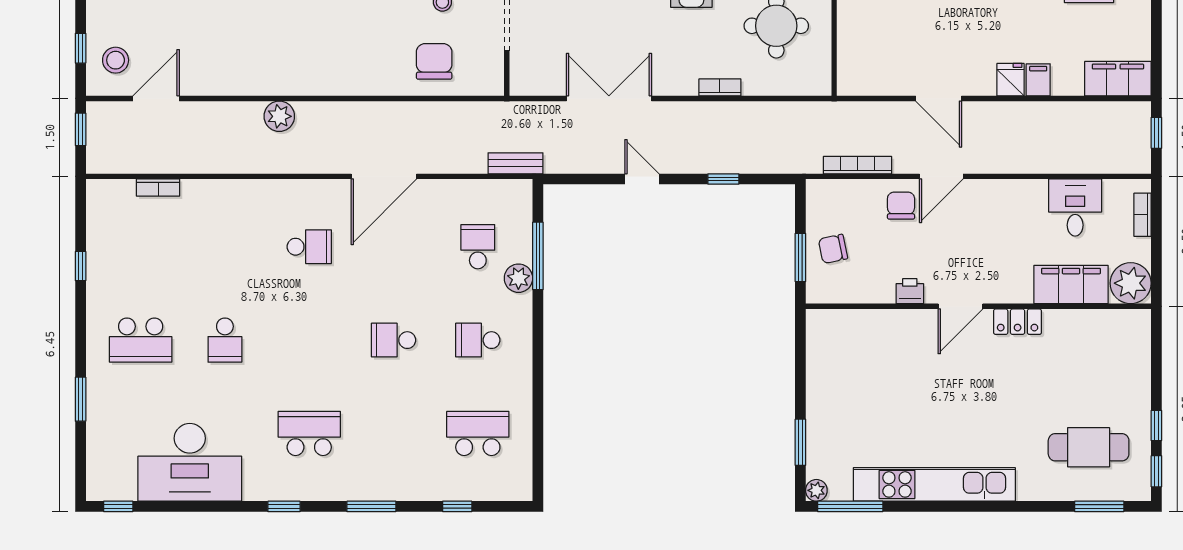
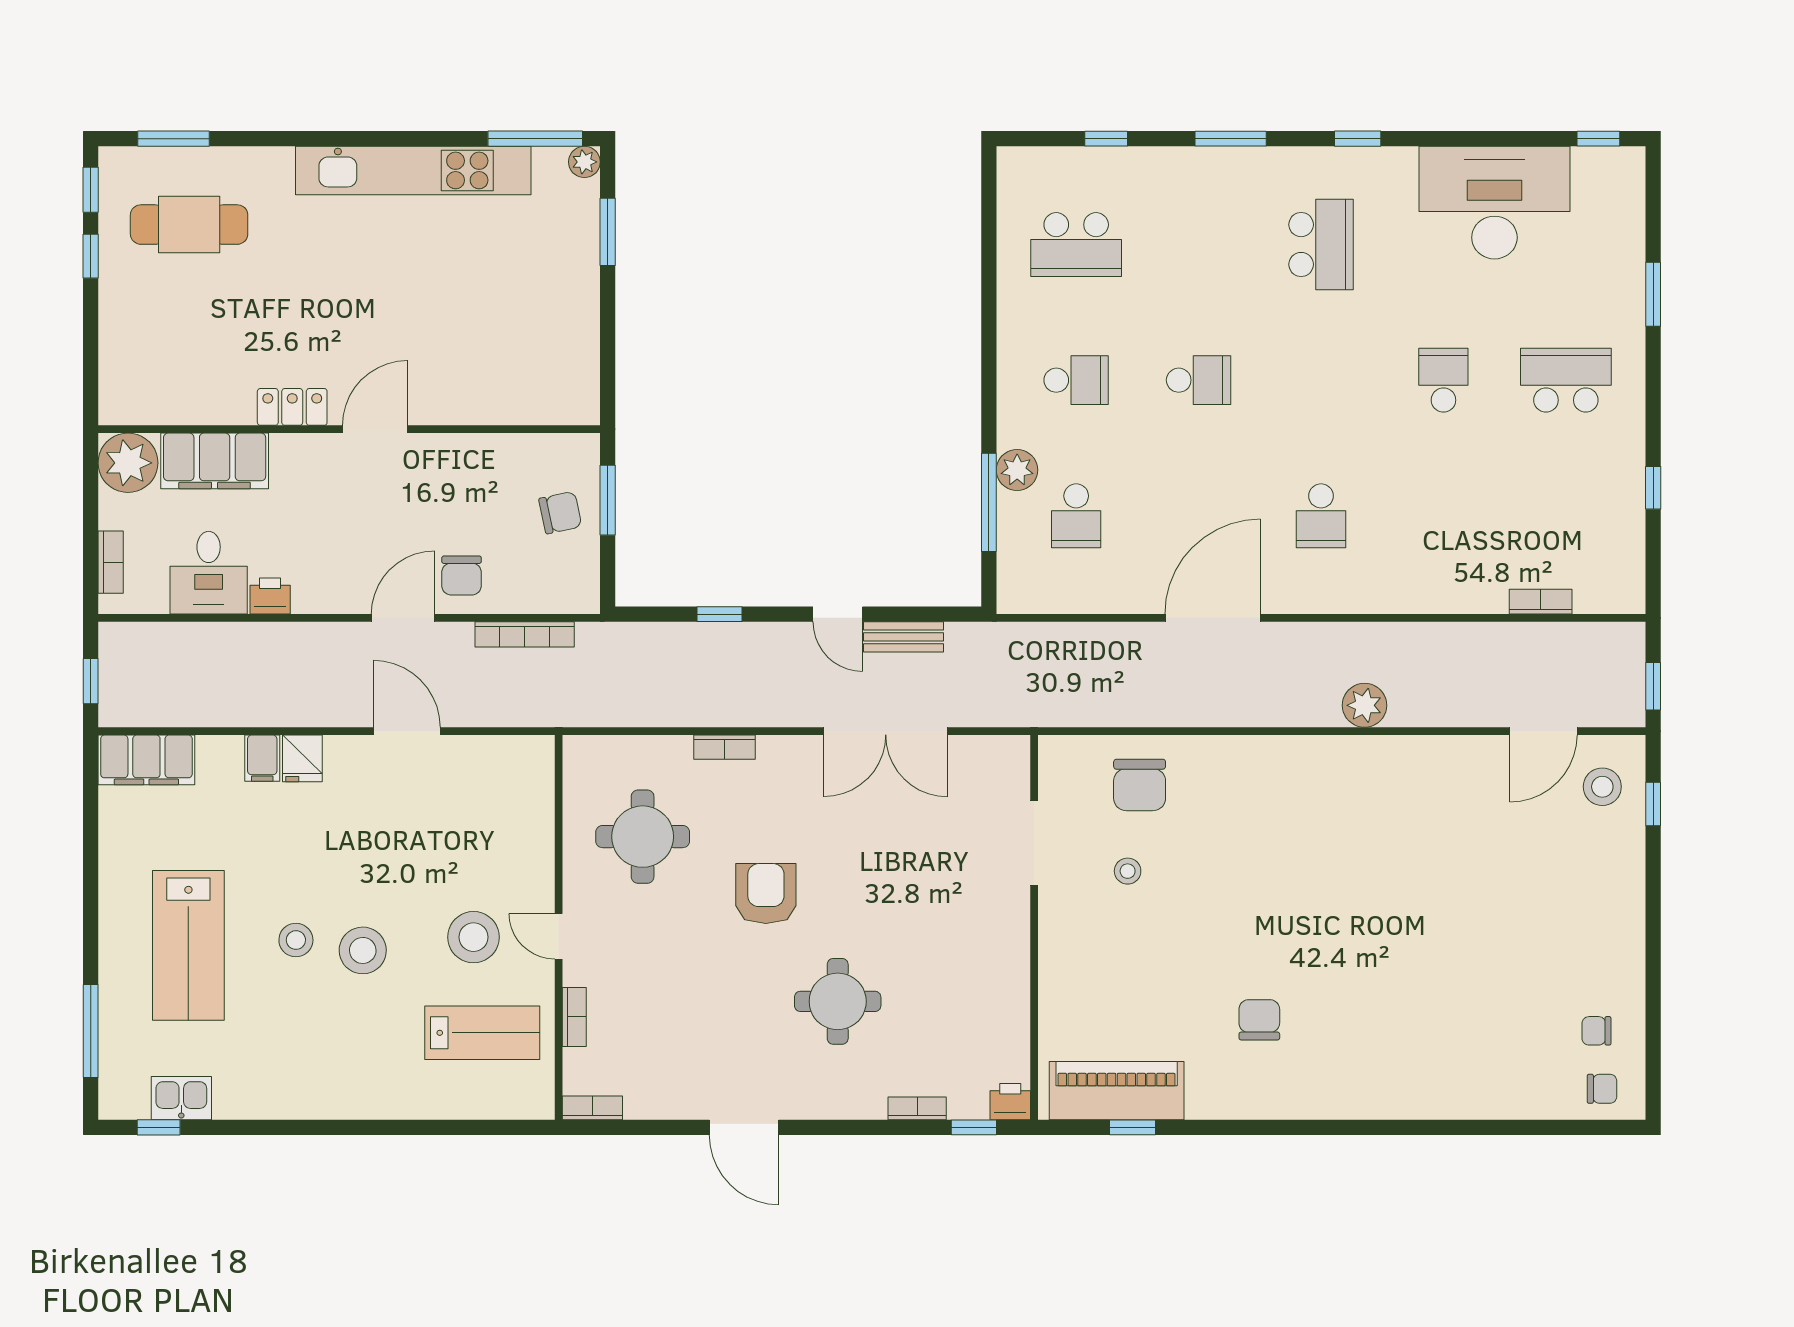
bench: (516, 163) -> (904, 637), moved
school desk: (309, 247) -> (1321, 516), turned -90
printer: (910, 291) -> (270, 596), moved, turned 180
school desk: (309, 433) -> (1321, 245), turned -90

